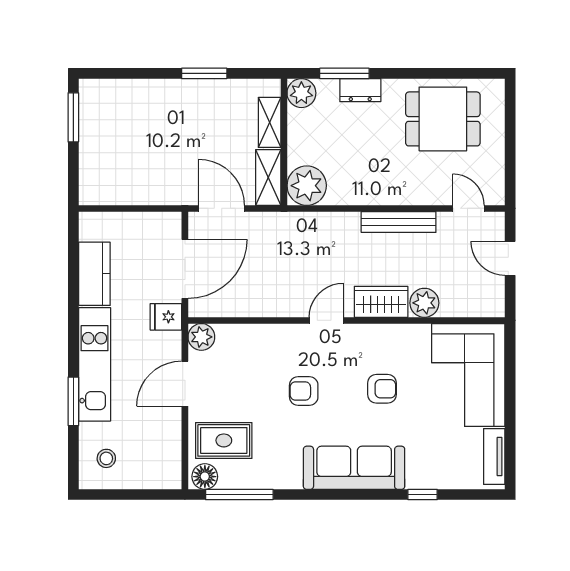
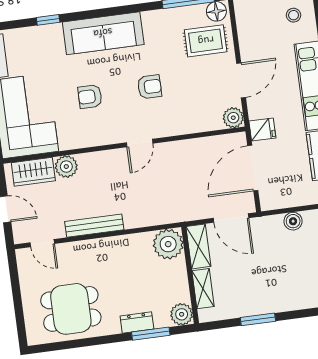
boiler: (142, 194) -> (293, 221), added
wardrobe: (381, 302) -> (33, 172), moved

